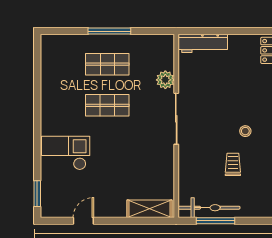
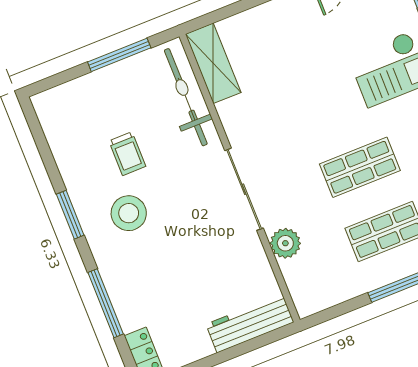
stool: (245, 131) -> (129, 213), width x1.89, depth x1.89
bicycle: (209, 208) -> (186, 97), moved, turned 90
shelving: (150, 209) -> (213, 63), moved, turned 90

